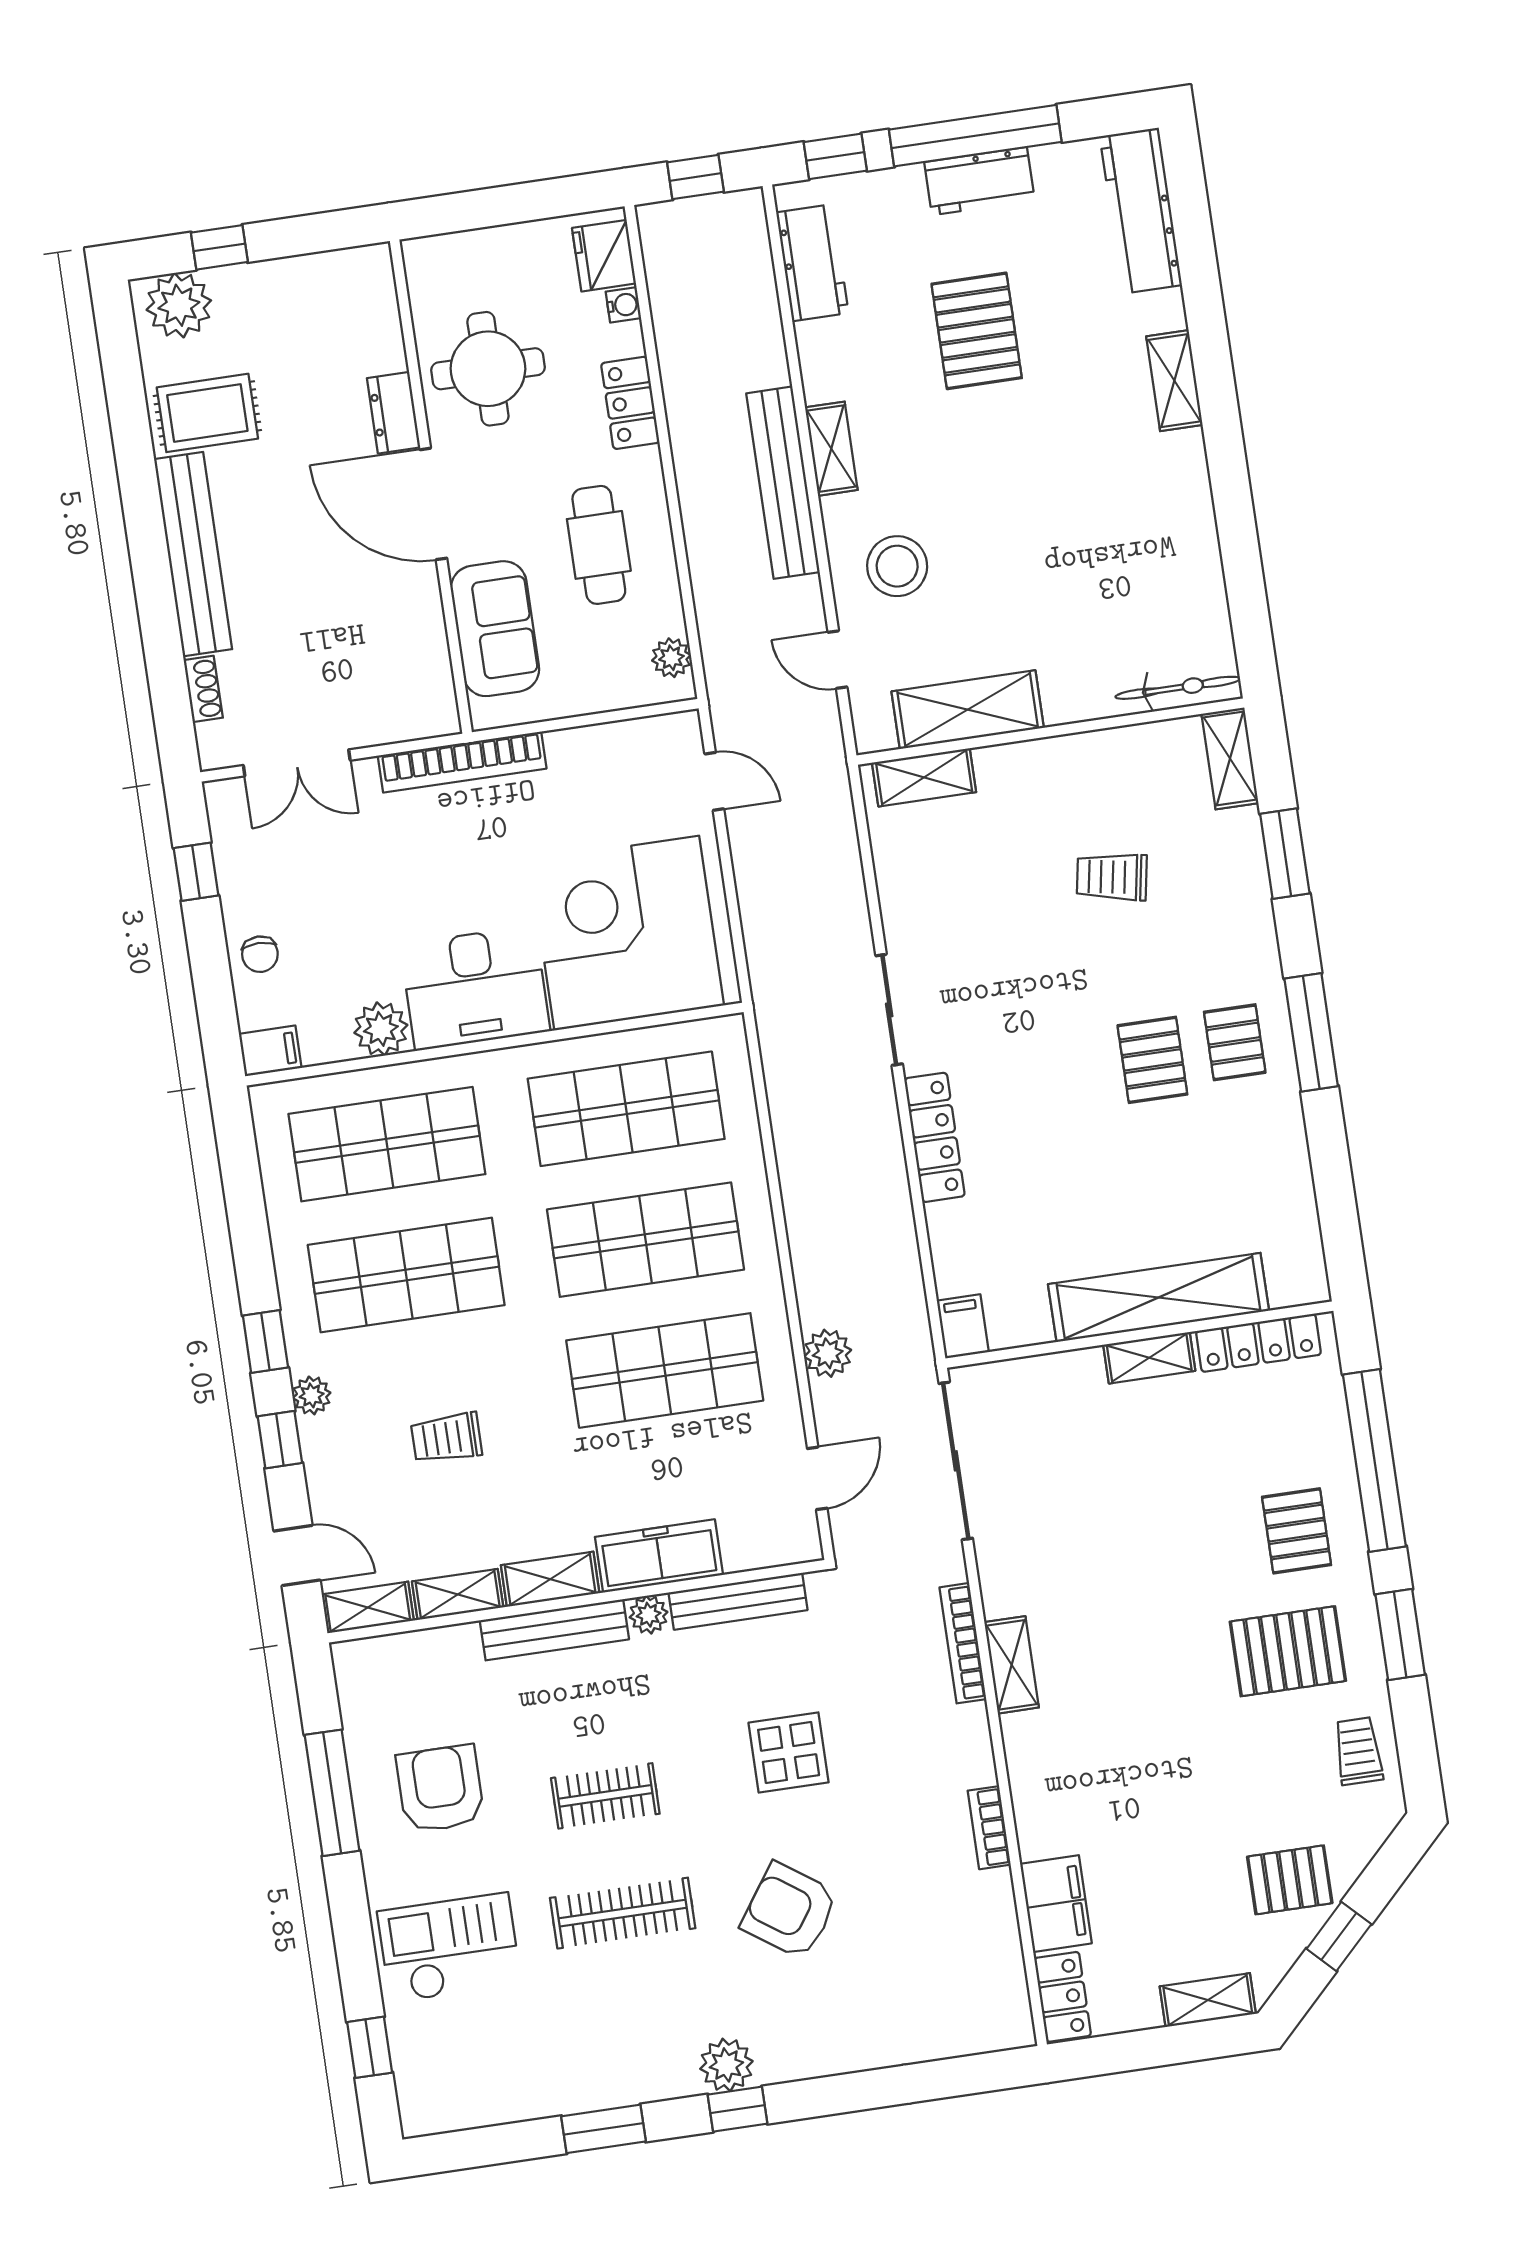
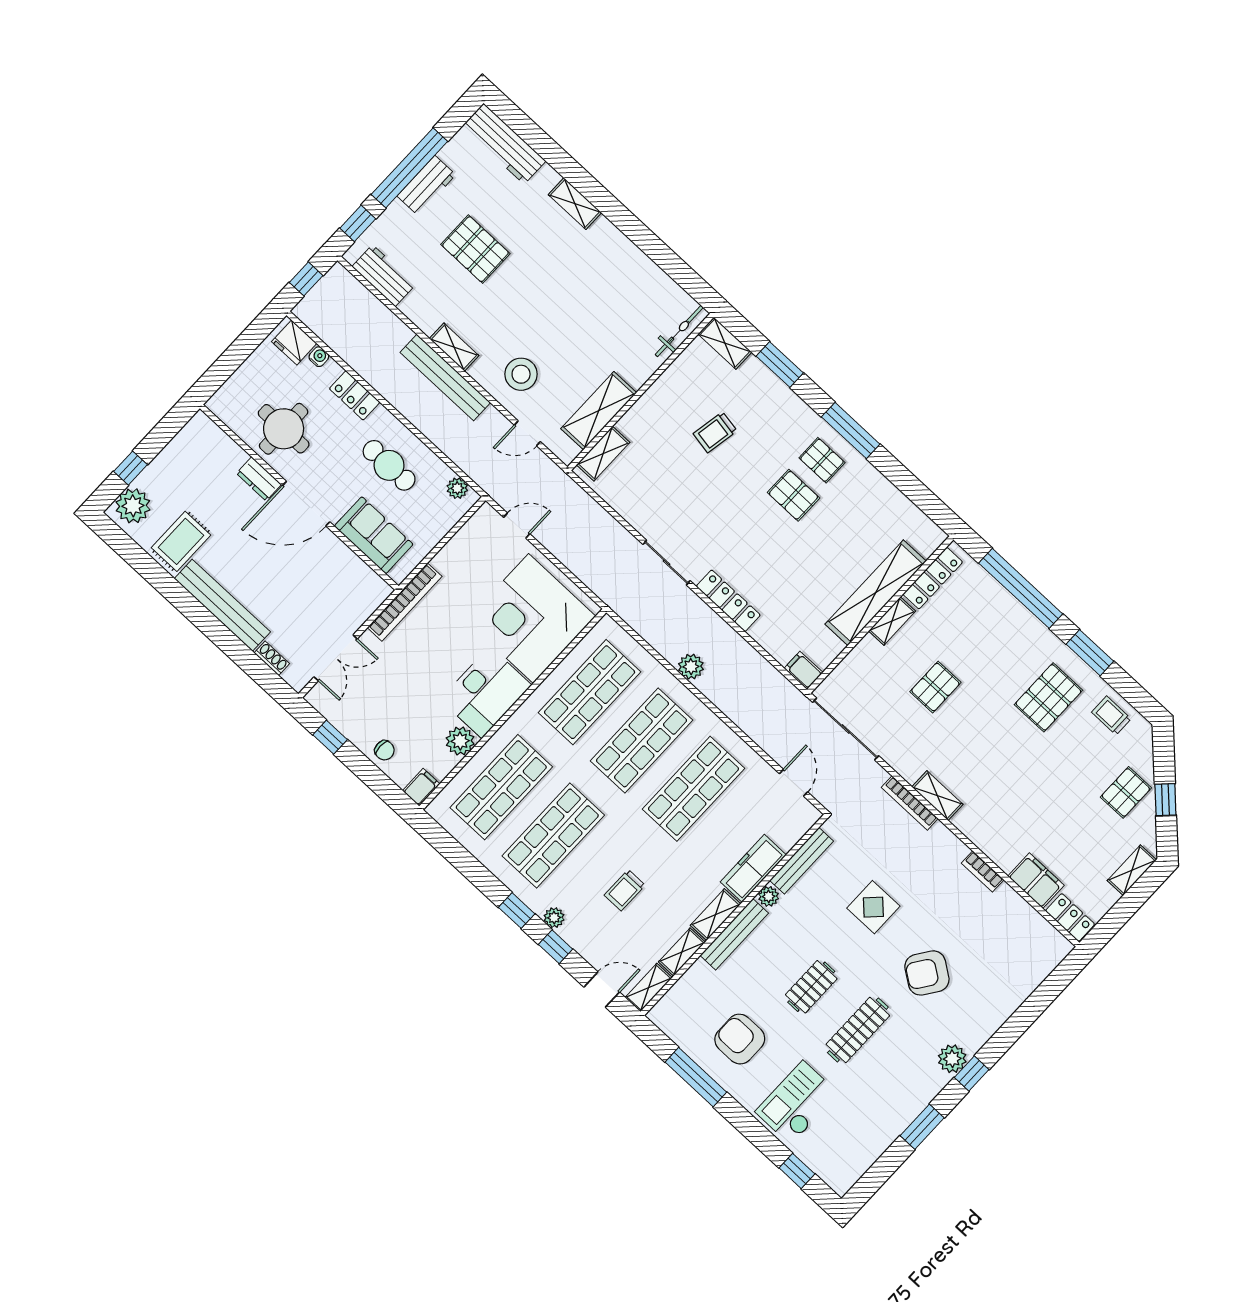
plant: (828, 1353) -> (691, 667), moved
pallet: (1297, 1531) -> (935, 687), moved, turned 90

